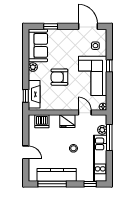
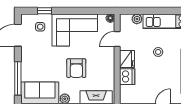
window: (51, 26) -> (18, 78), width x2.17
window: (109, 66) -> (45, 11), moved
dishwasher: (42, 121) -> (127, 77), moved
window: (109, 138) -> (146, 11), removed

